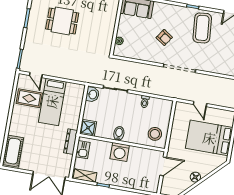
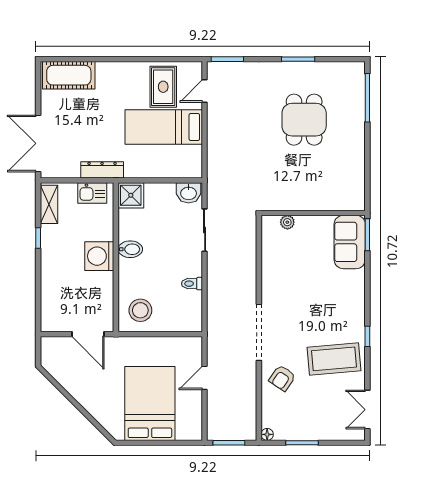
armchair: (164, 38) -> (282, 378), moved
floor lamp: (195, 177) -> (79, 392), removed

